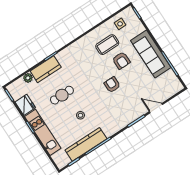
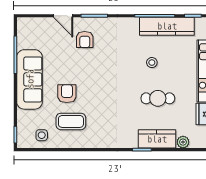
armchair: (112, 85) -> (85, 40), moved

